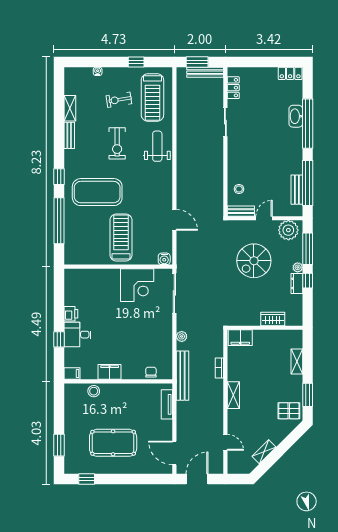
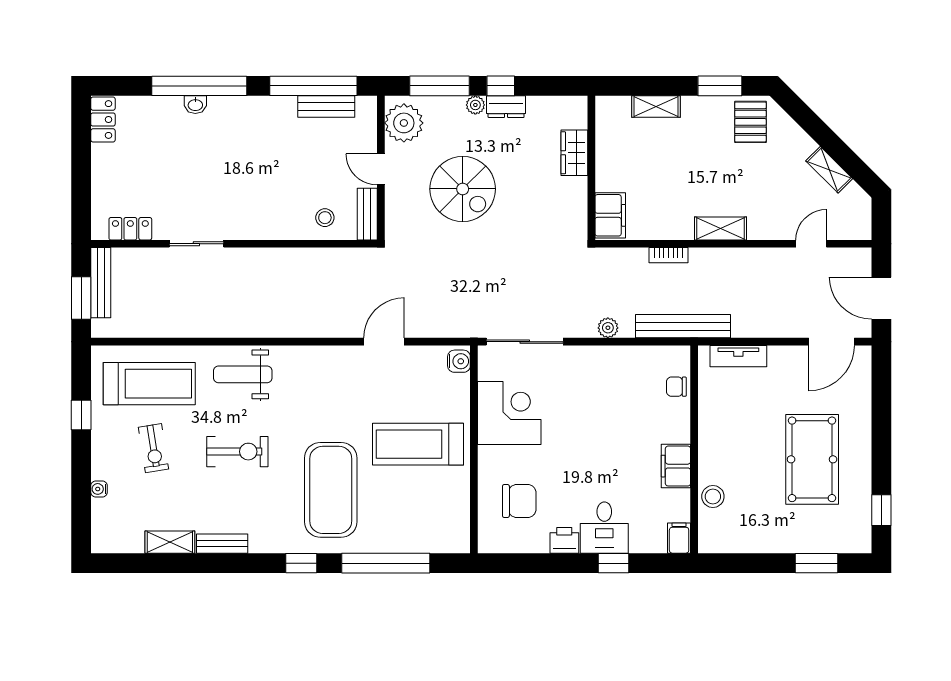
washbasin: (296, 116) -> (195, 105), width x0.52, depth x0.69
chair: (91, 290) -> (519, 501), added

